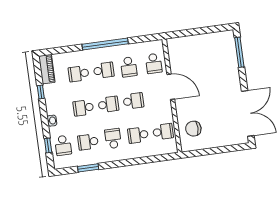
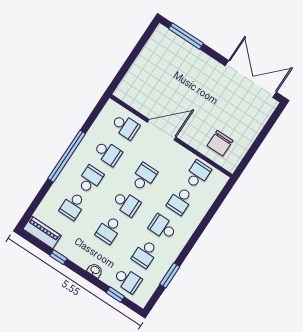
school desk: (108, 104) -> (126, 203), turned 90

